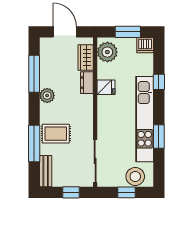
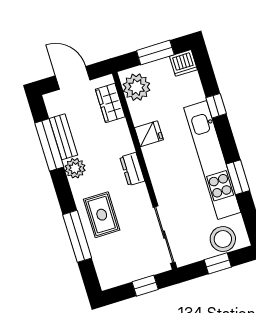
dresser: (87, 83) -> (132, 169), moved
rug: (56, 134) -> (102, 215), turned 90
bench: (46, 171) -> (63, 137), moved

